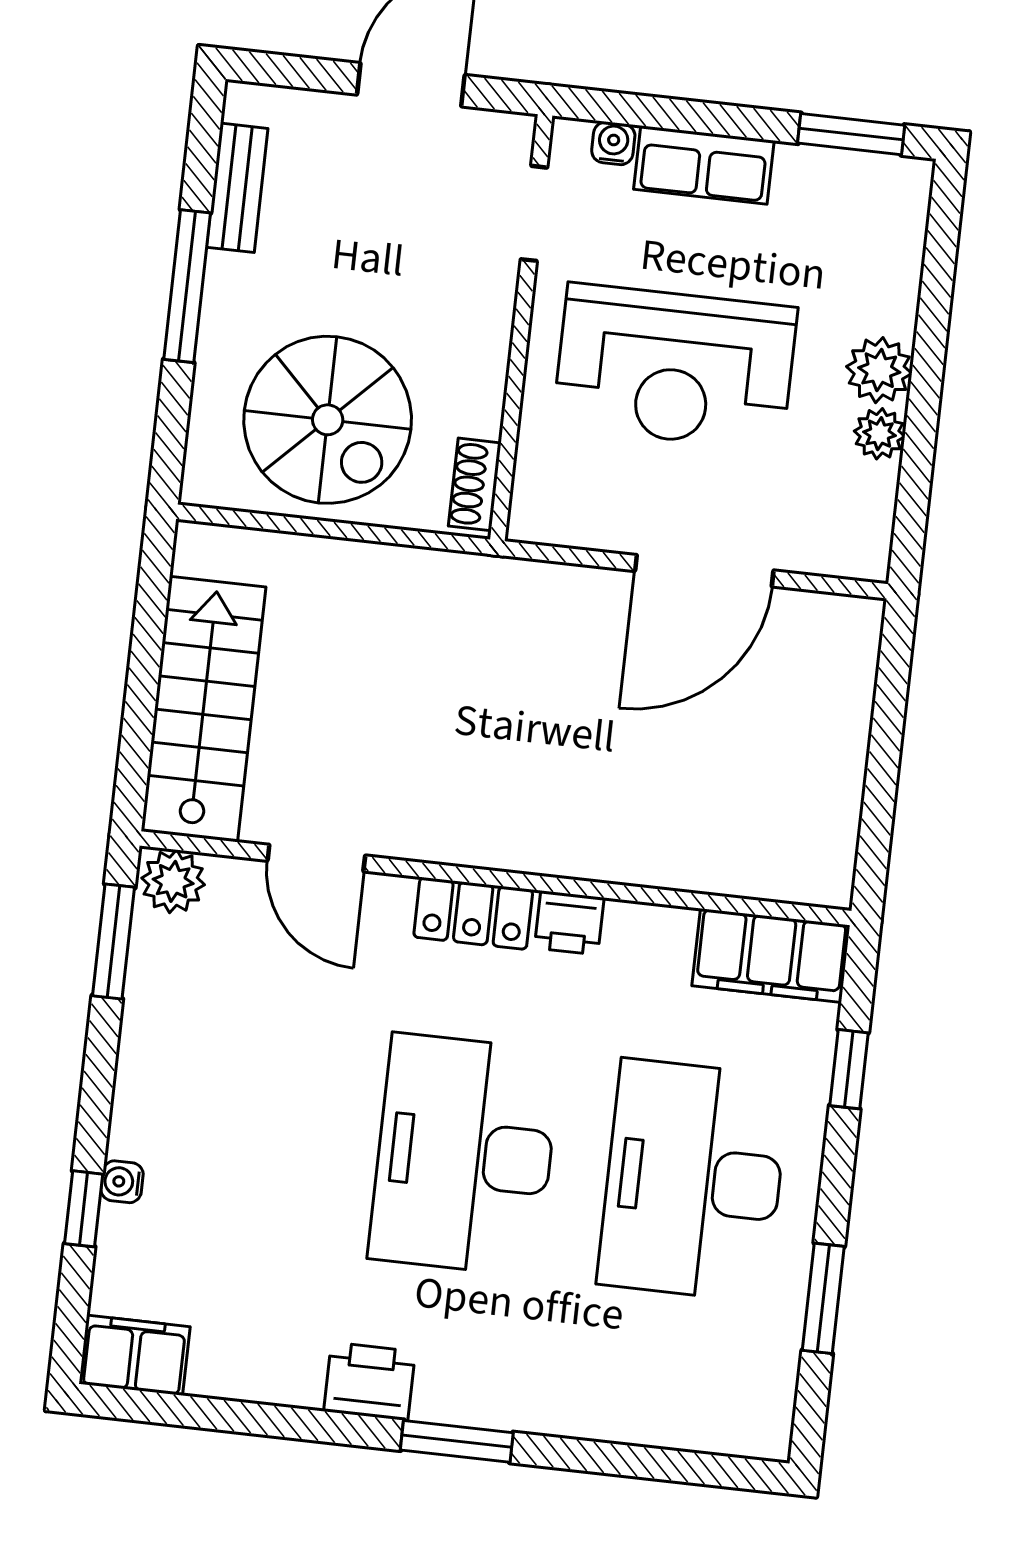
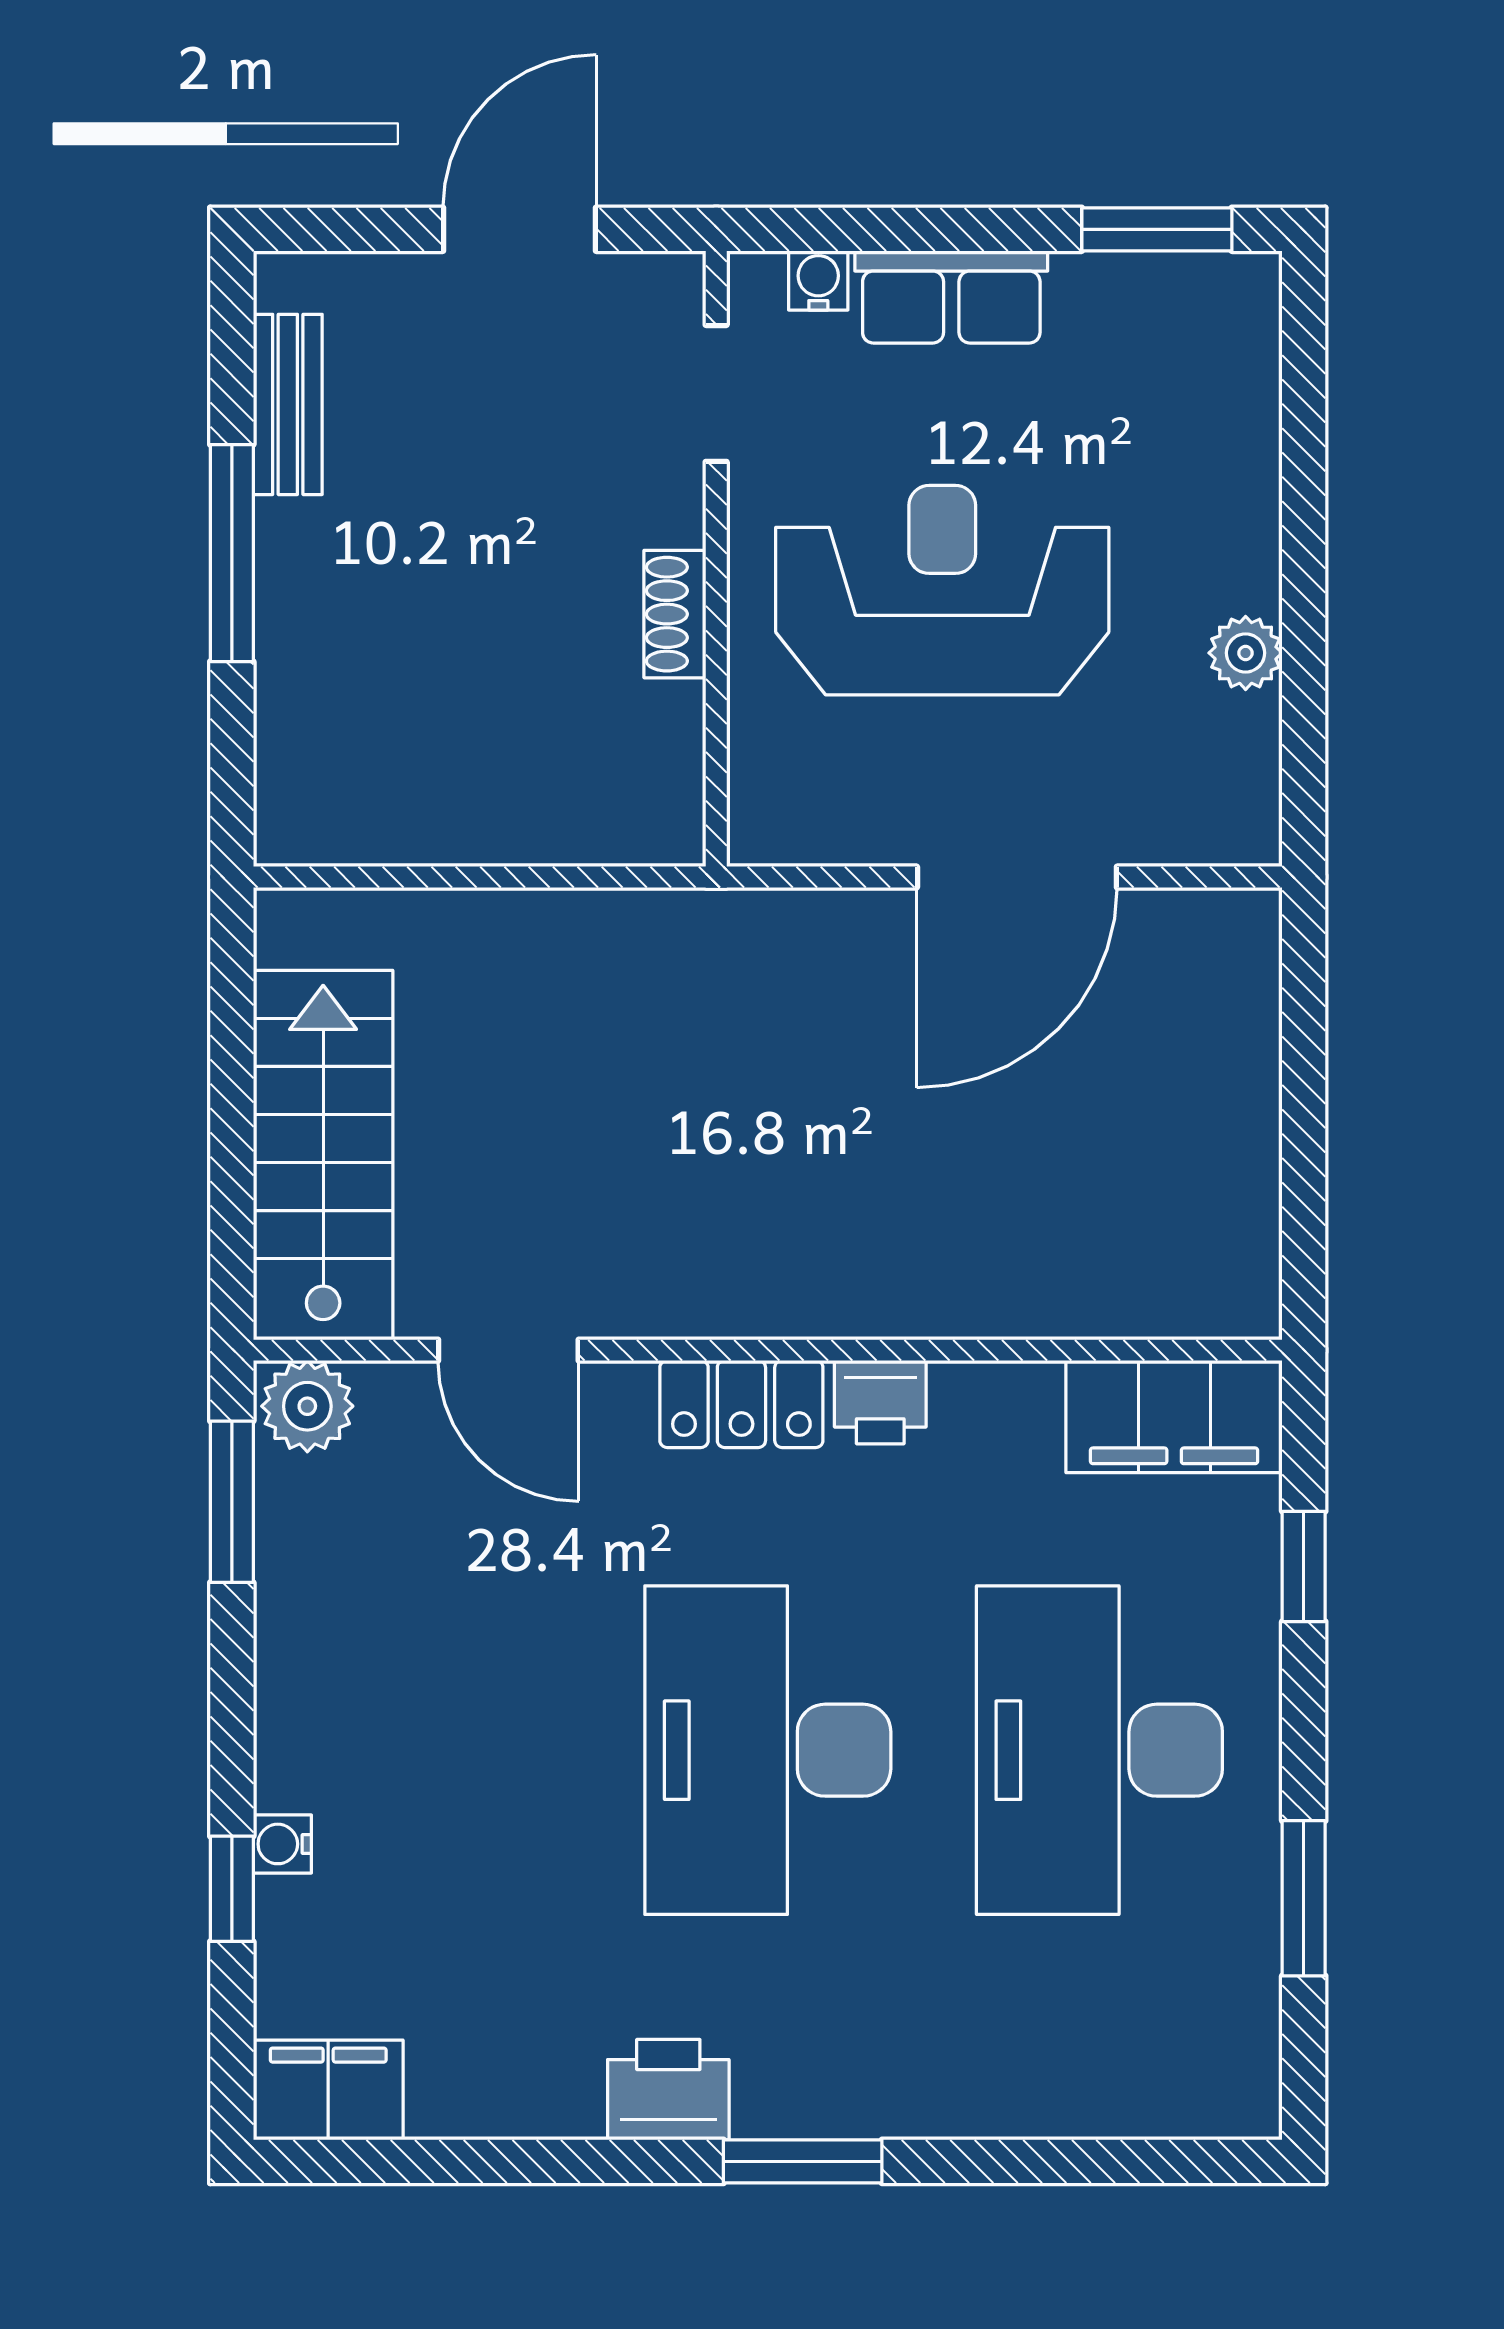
reception desk: (675, 367) -> (942, 590), turned 180
plant: (879, 370) -> (1235, 562), removed
spiral stairs: (328, 420) -> (454, 722), removed
shoe rack: (475, 484) -> (675, 614), moved

